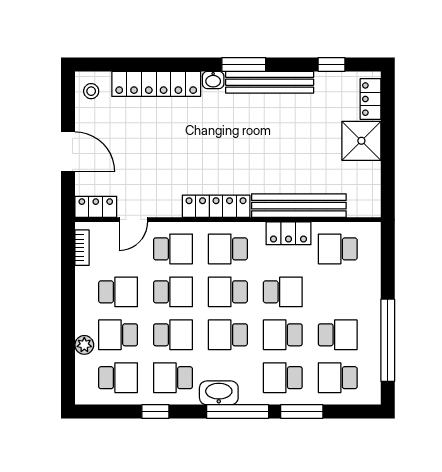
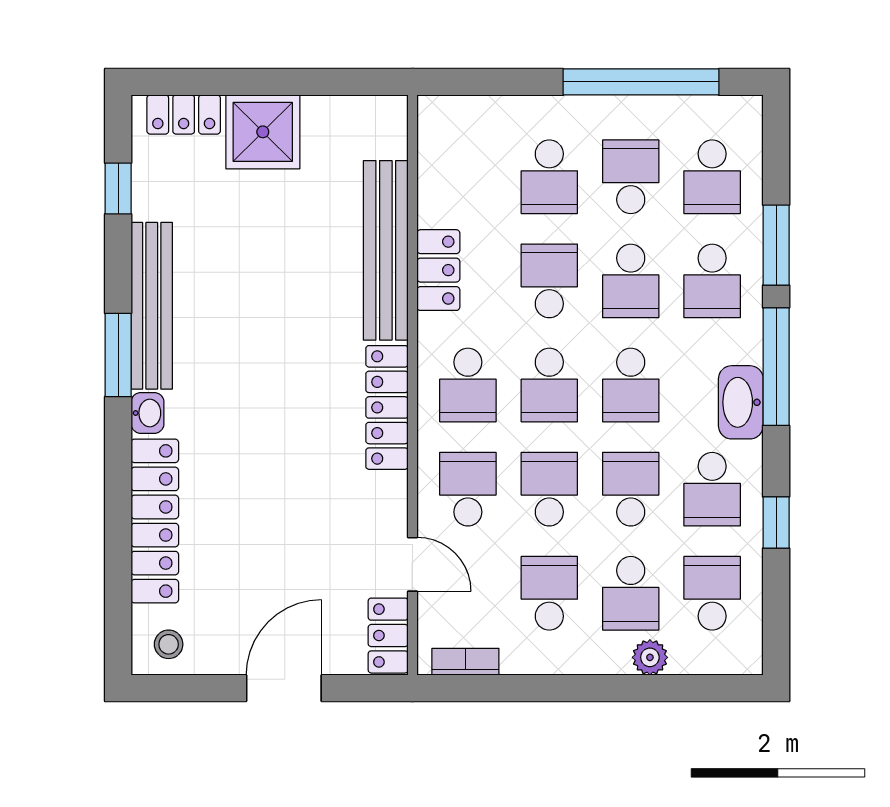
school desk: (338, 249) -> (549, 177), moved

